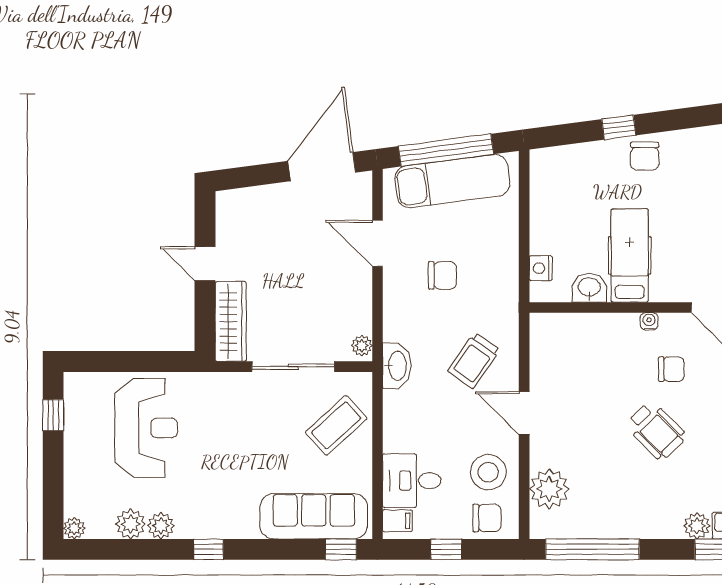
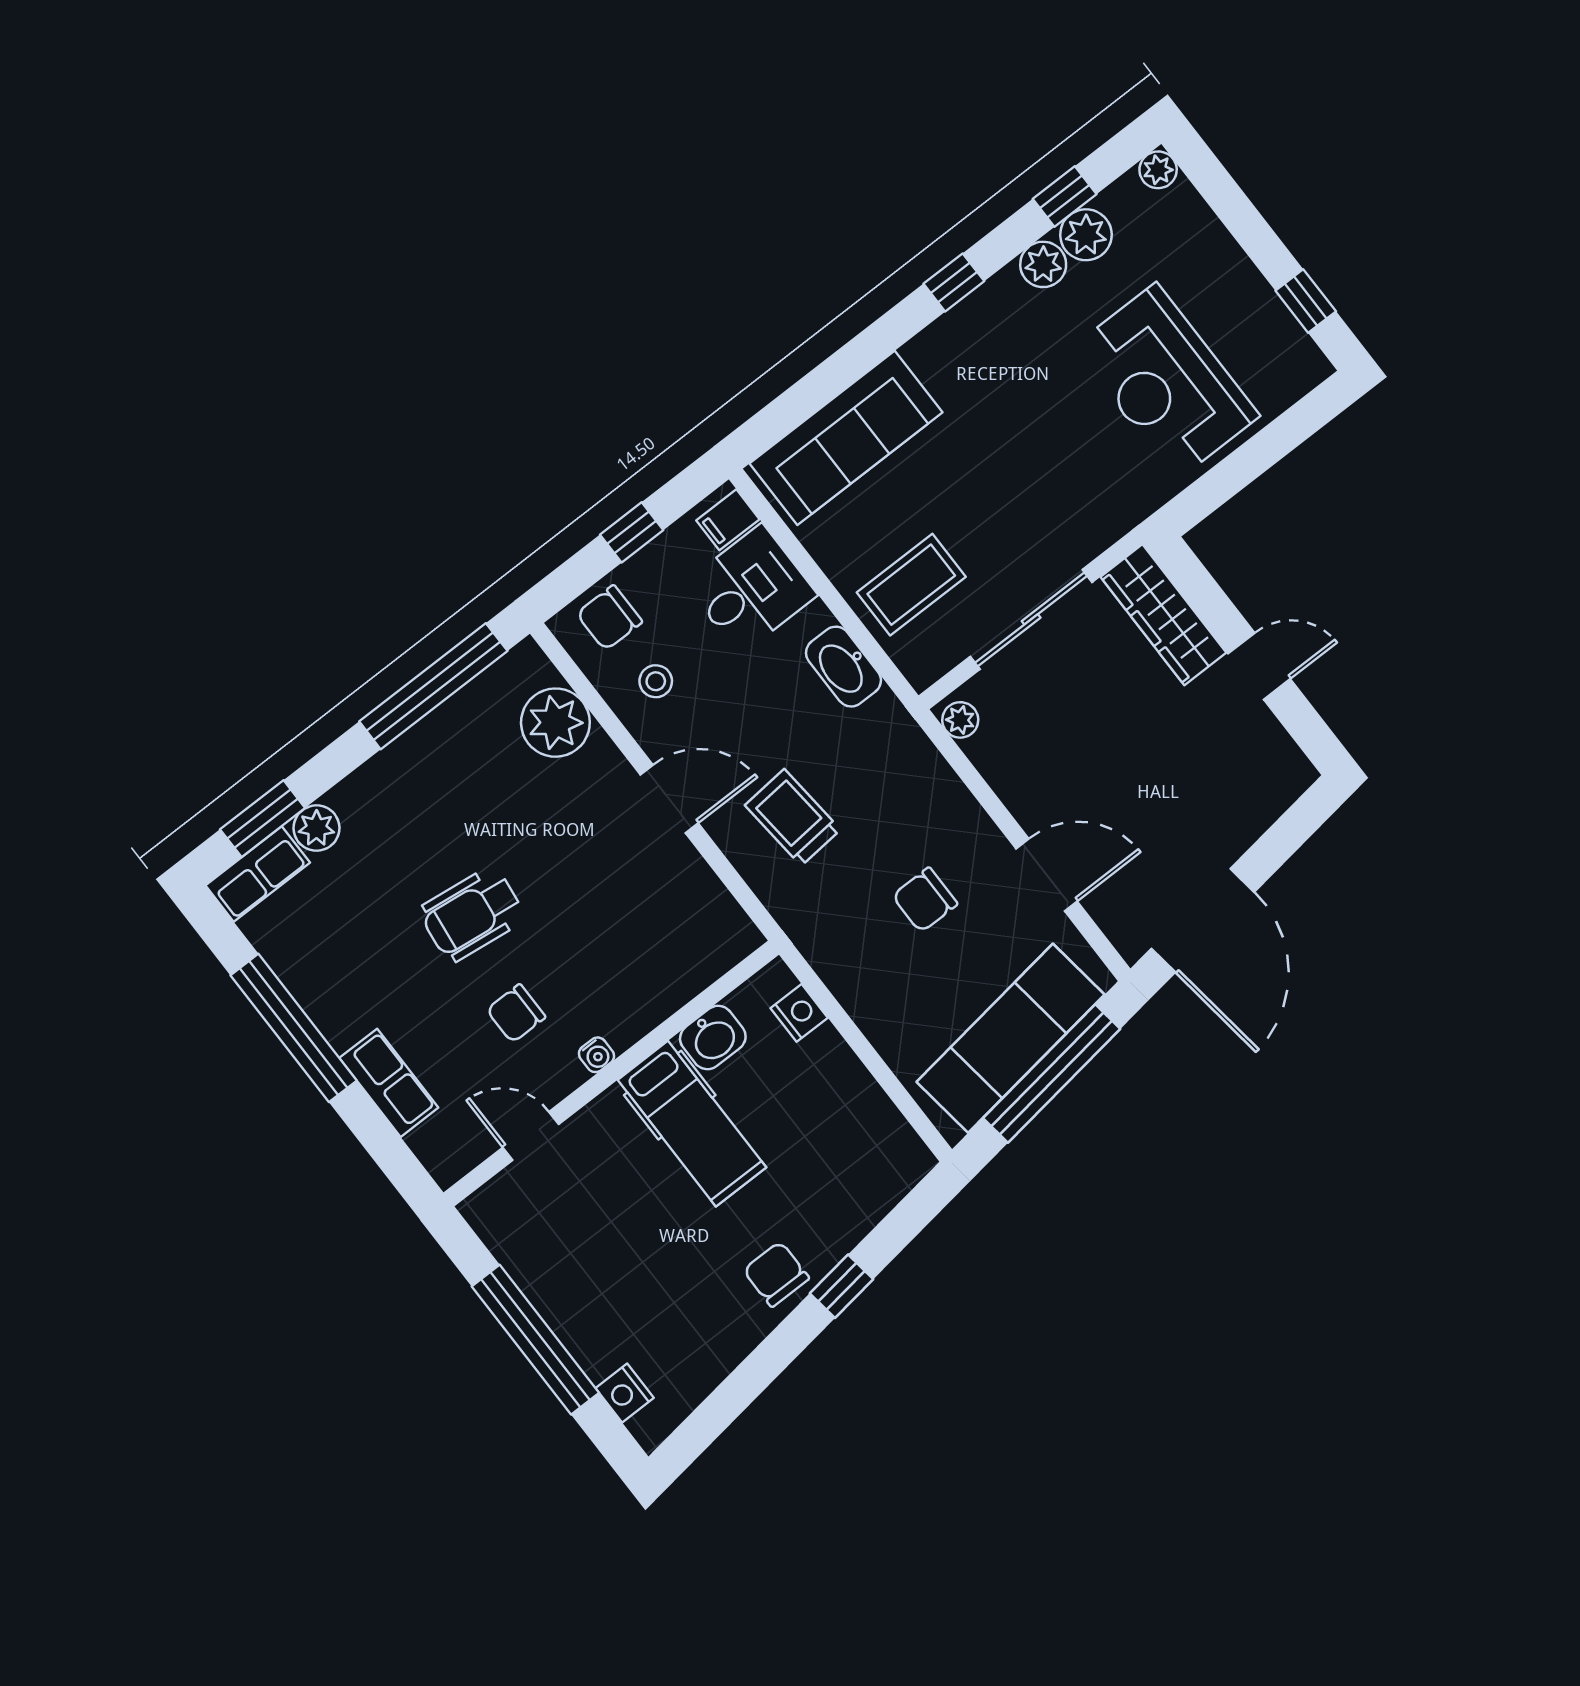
trolley: (474, 361) -> (793, 817), turned -40
washbasin: (397, 366) -> (843, 667), moved
coffee table: (336, 425) -> (911, 585), turned 42
wheelchair: (656, 431) -> (472, 914), turned -38
stool: (488, 472) -> (656, 681), width x0.53, depth x0.53
window: (341, 549) -> (1065, 196), moved

